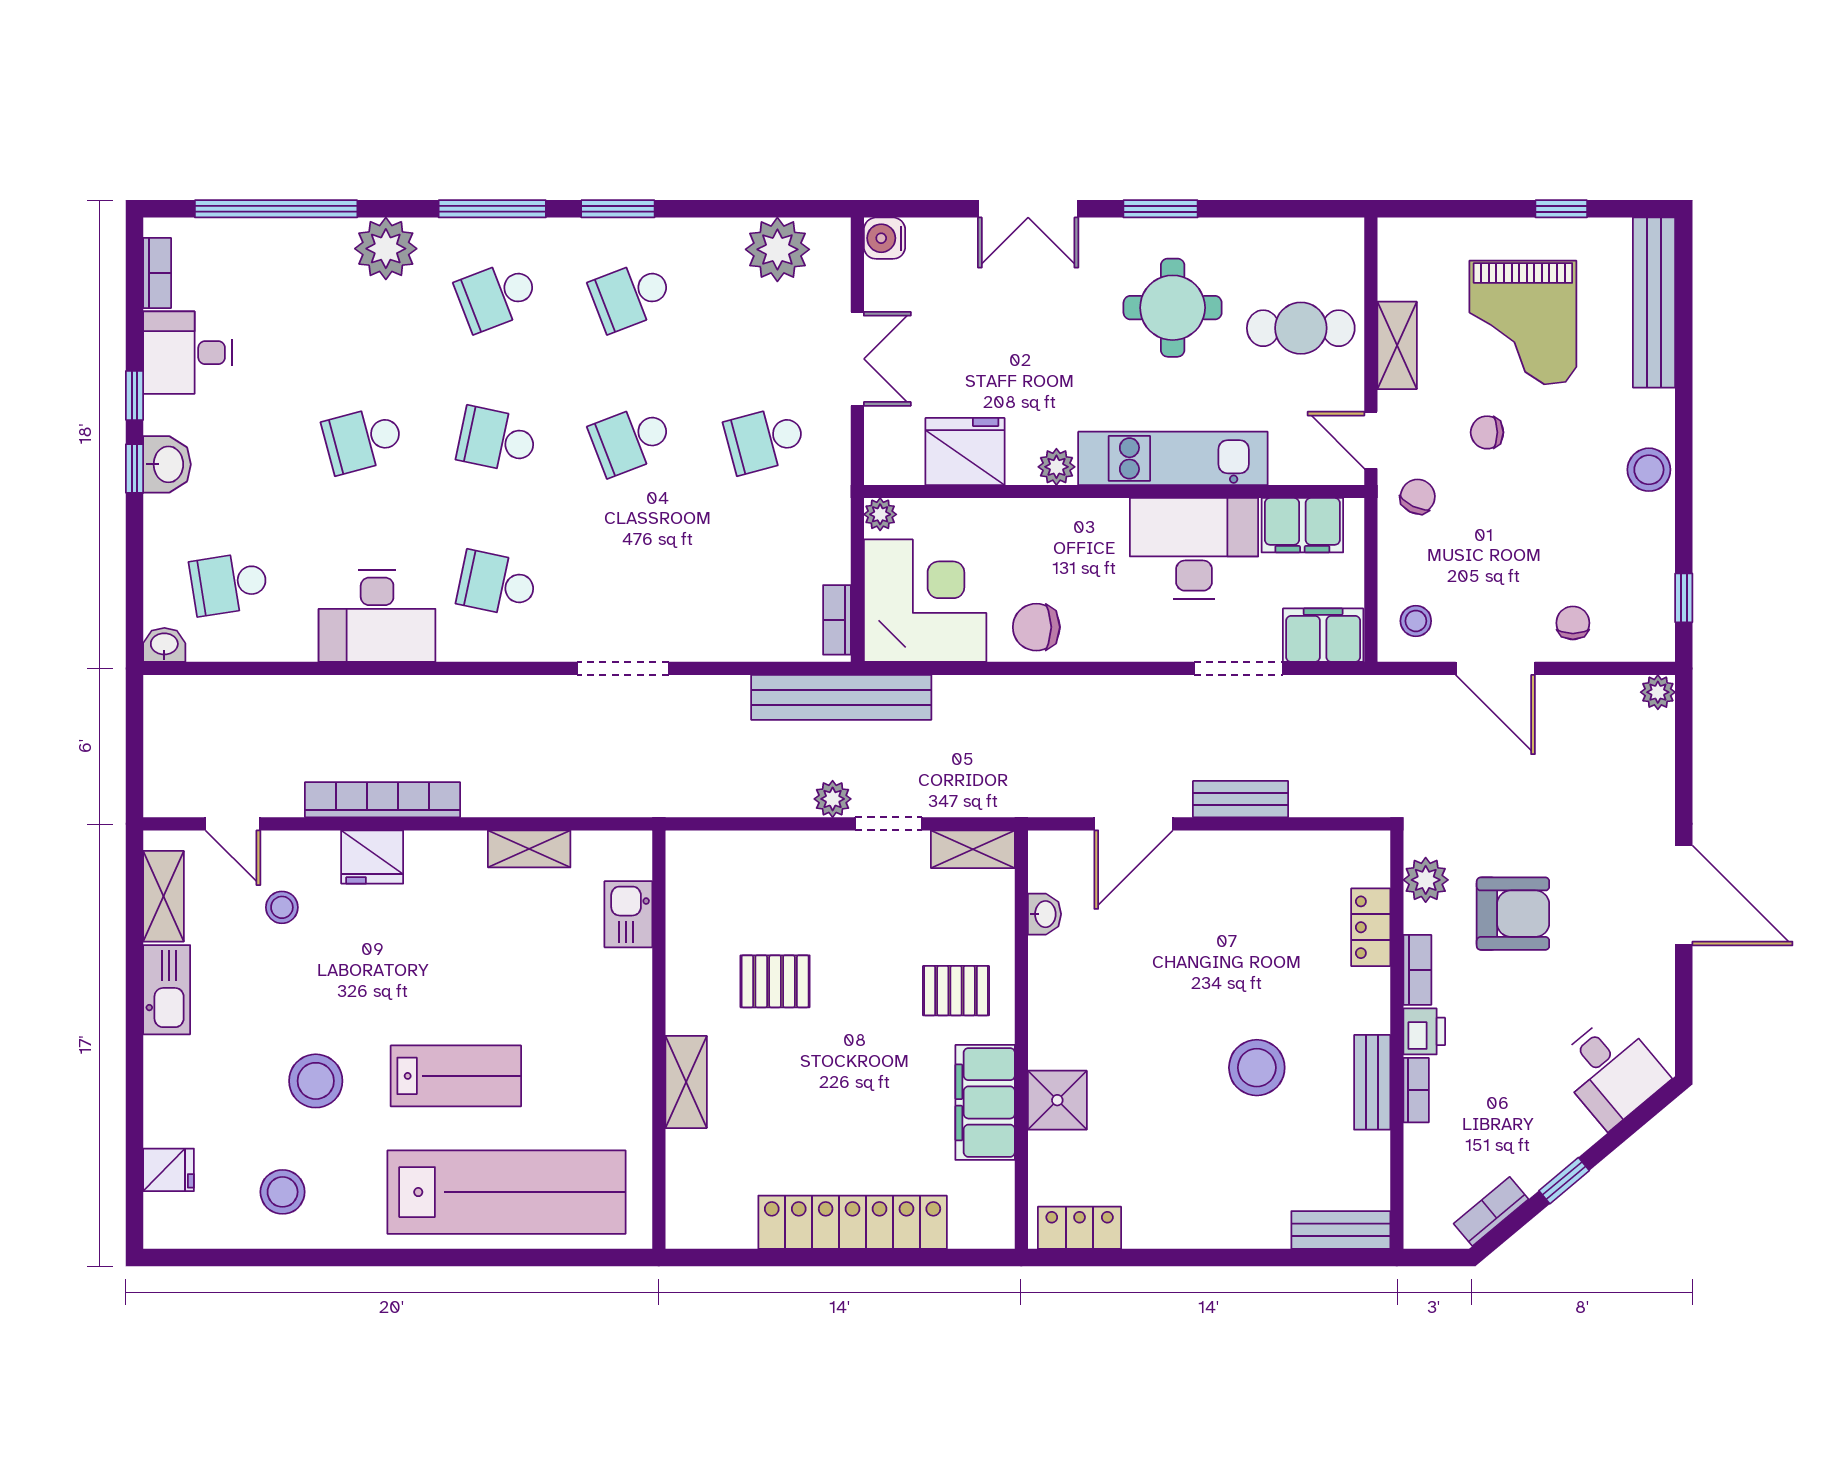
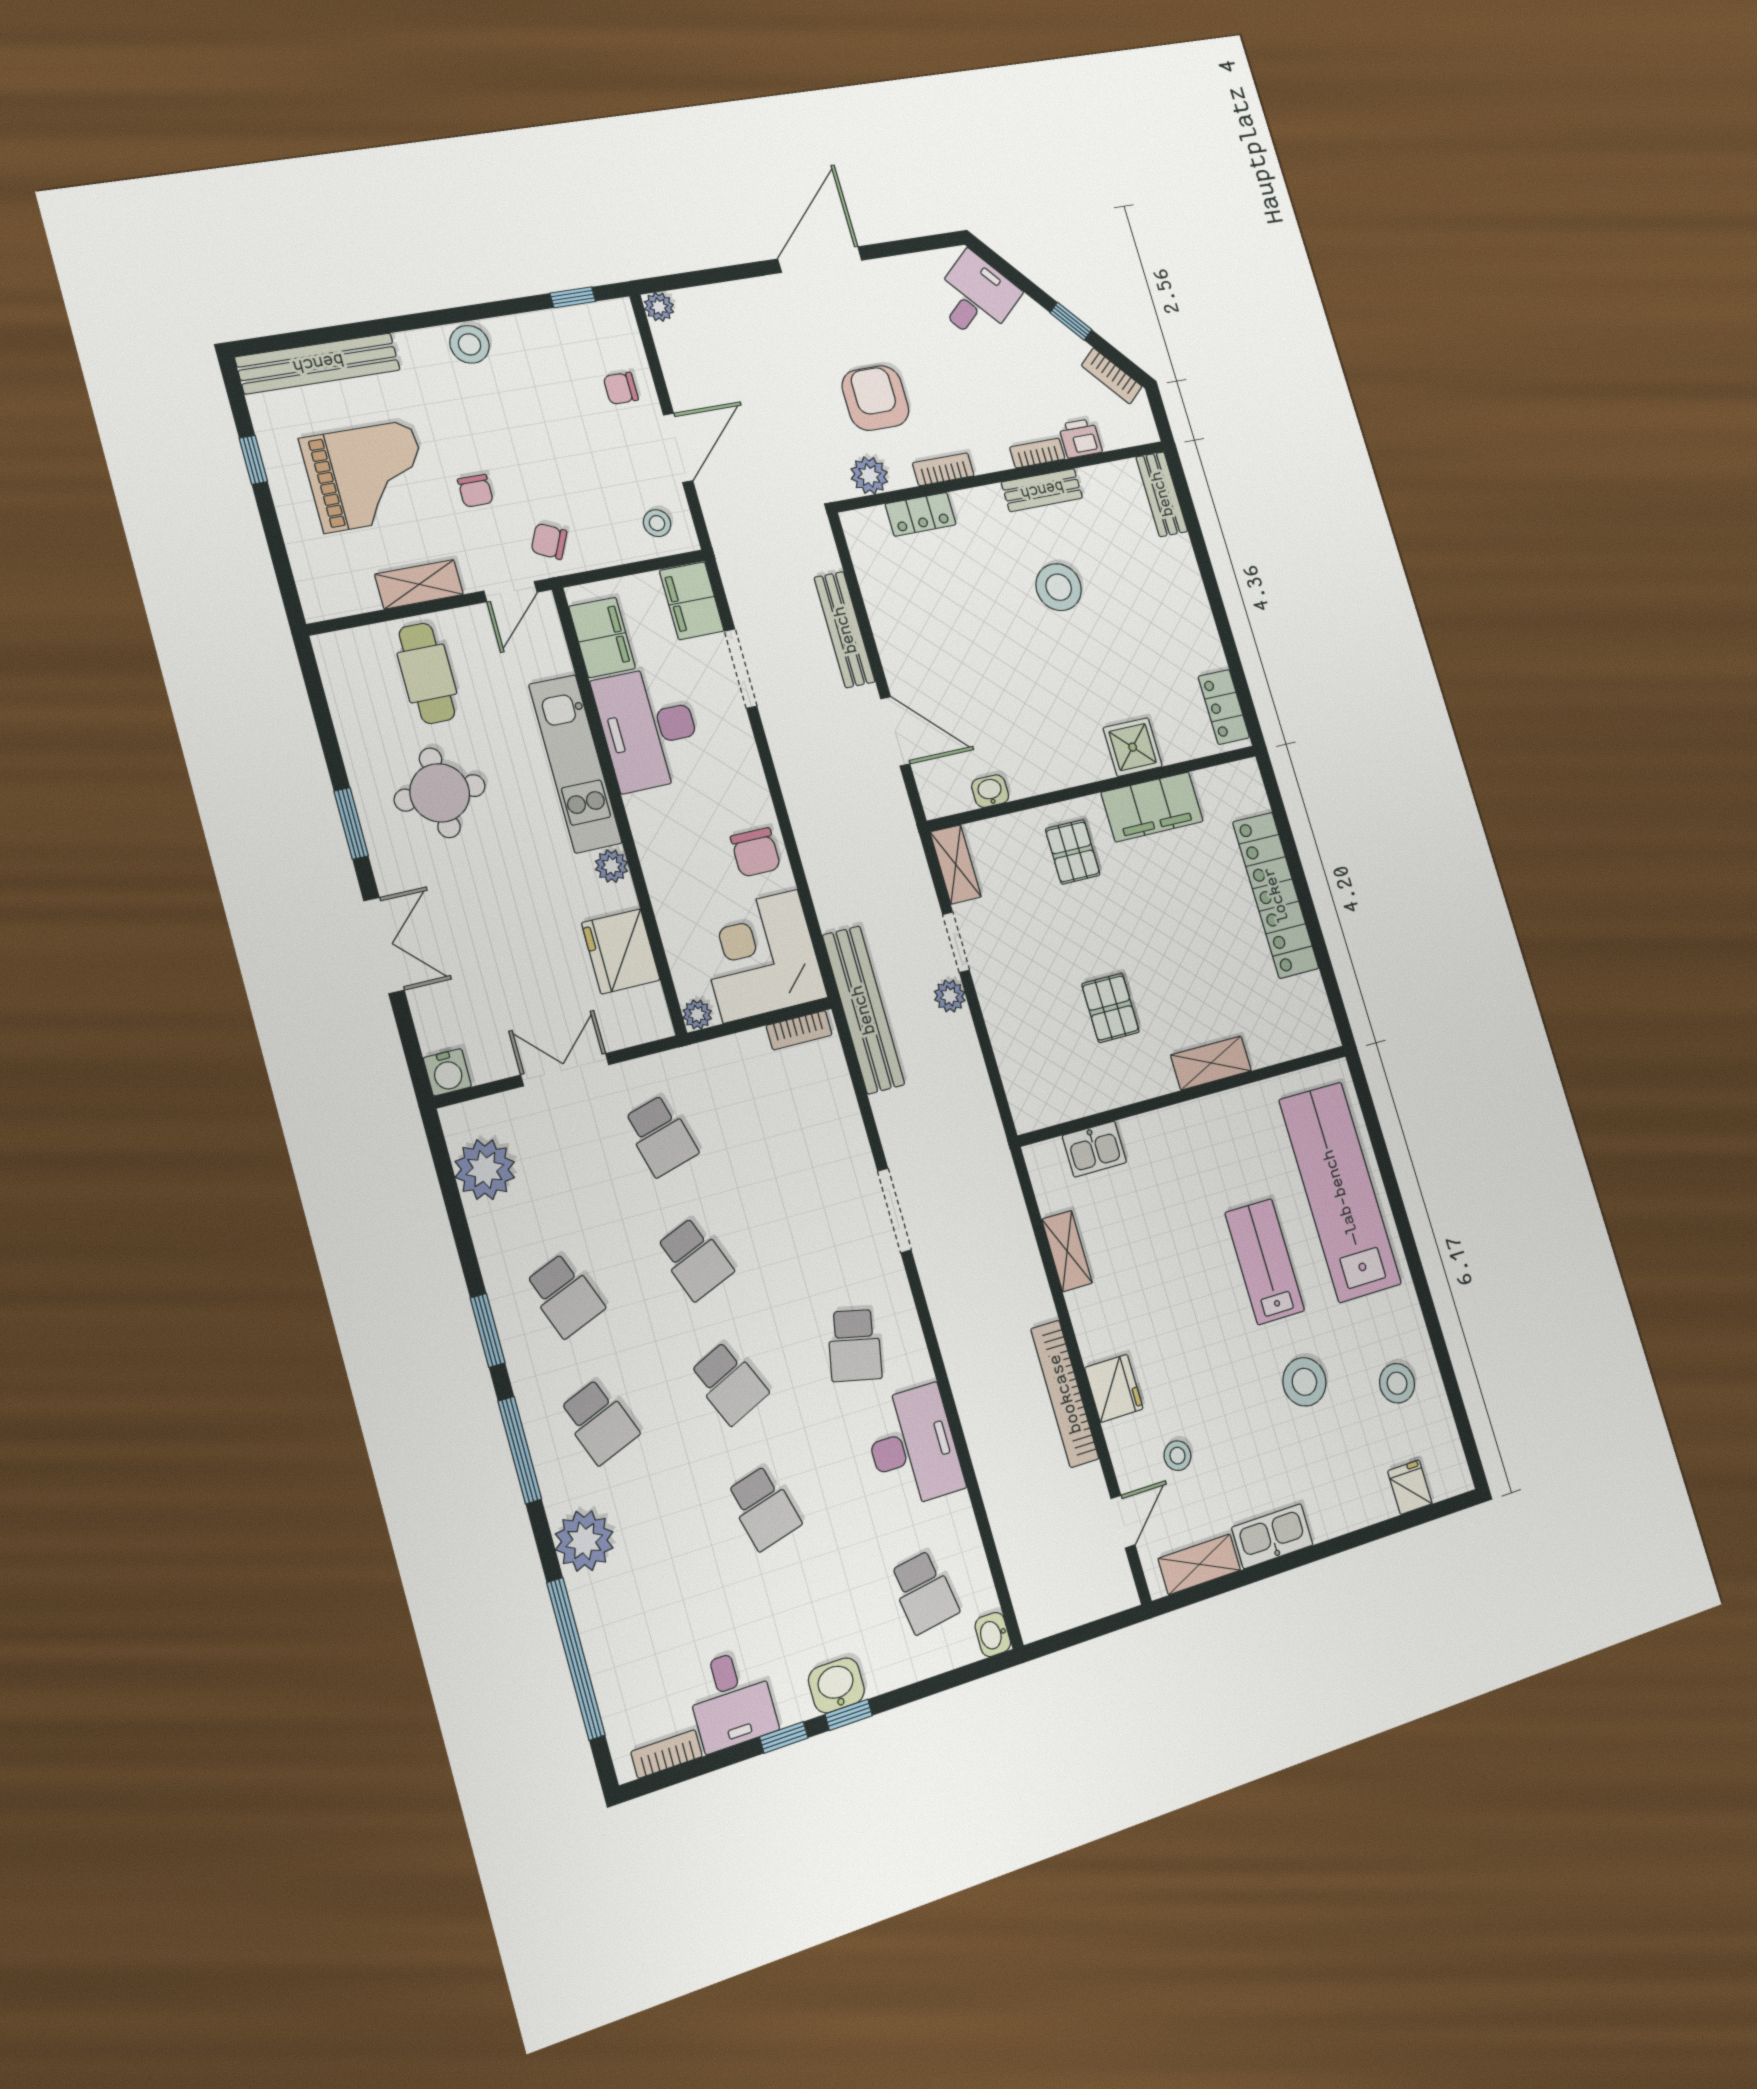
school desk: (497, 440) -> (729, 1383), turned -36
bench: (1241, 799) -> (845, 630), width x1.36
printer: (1424, 1031) -> (1080, 438), moved

